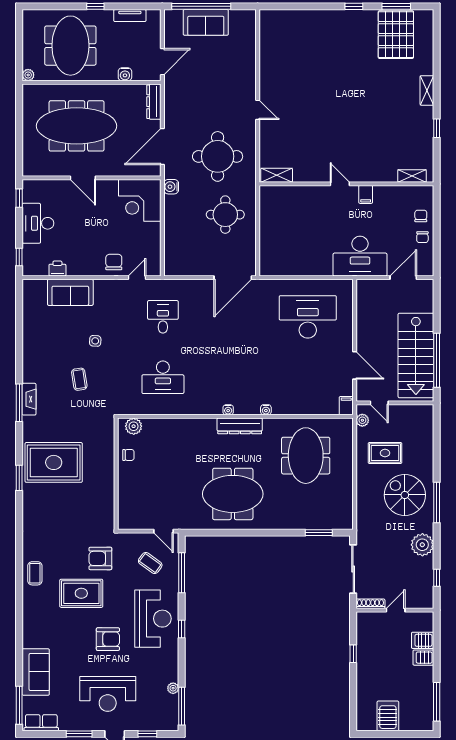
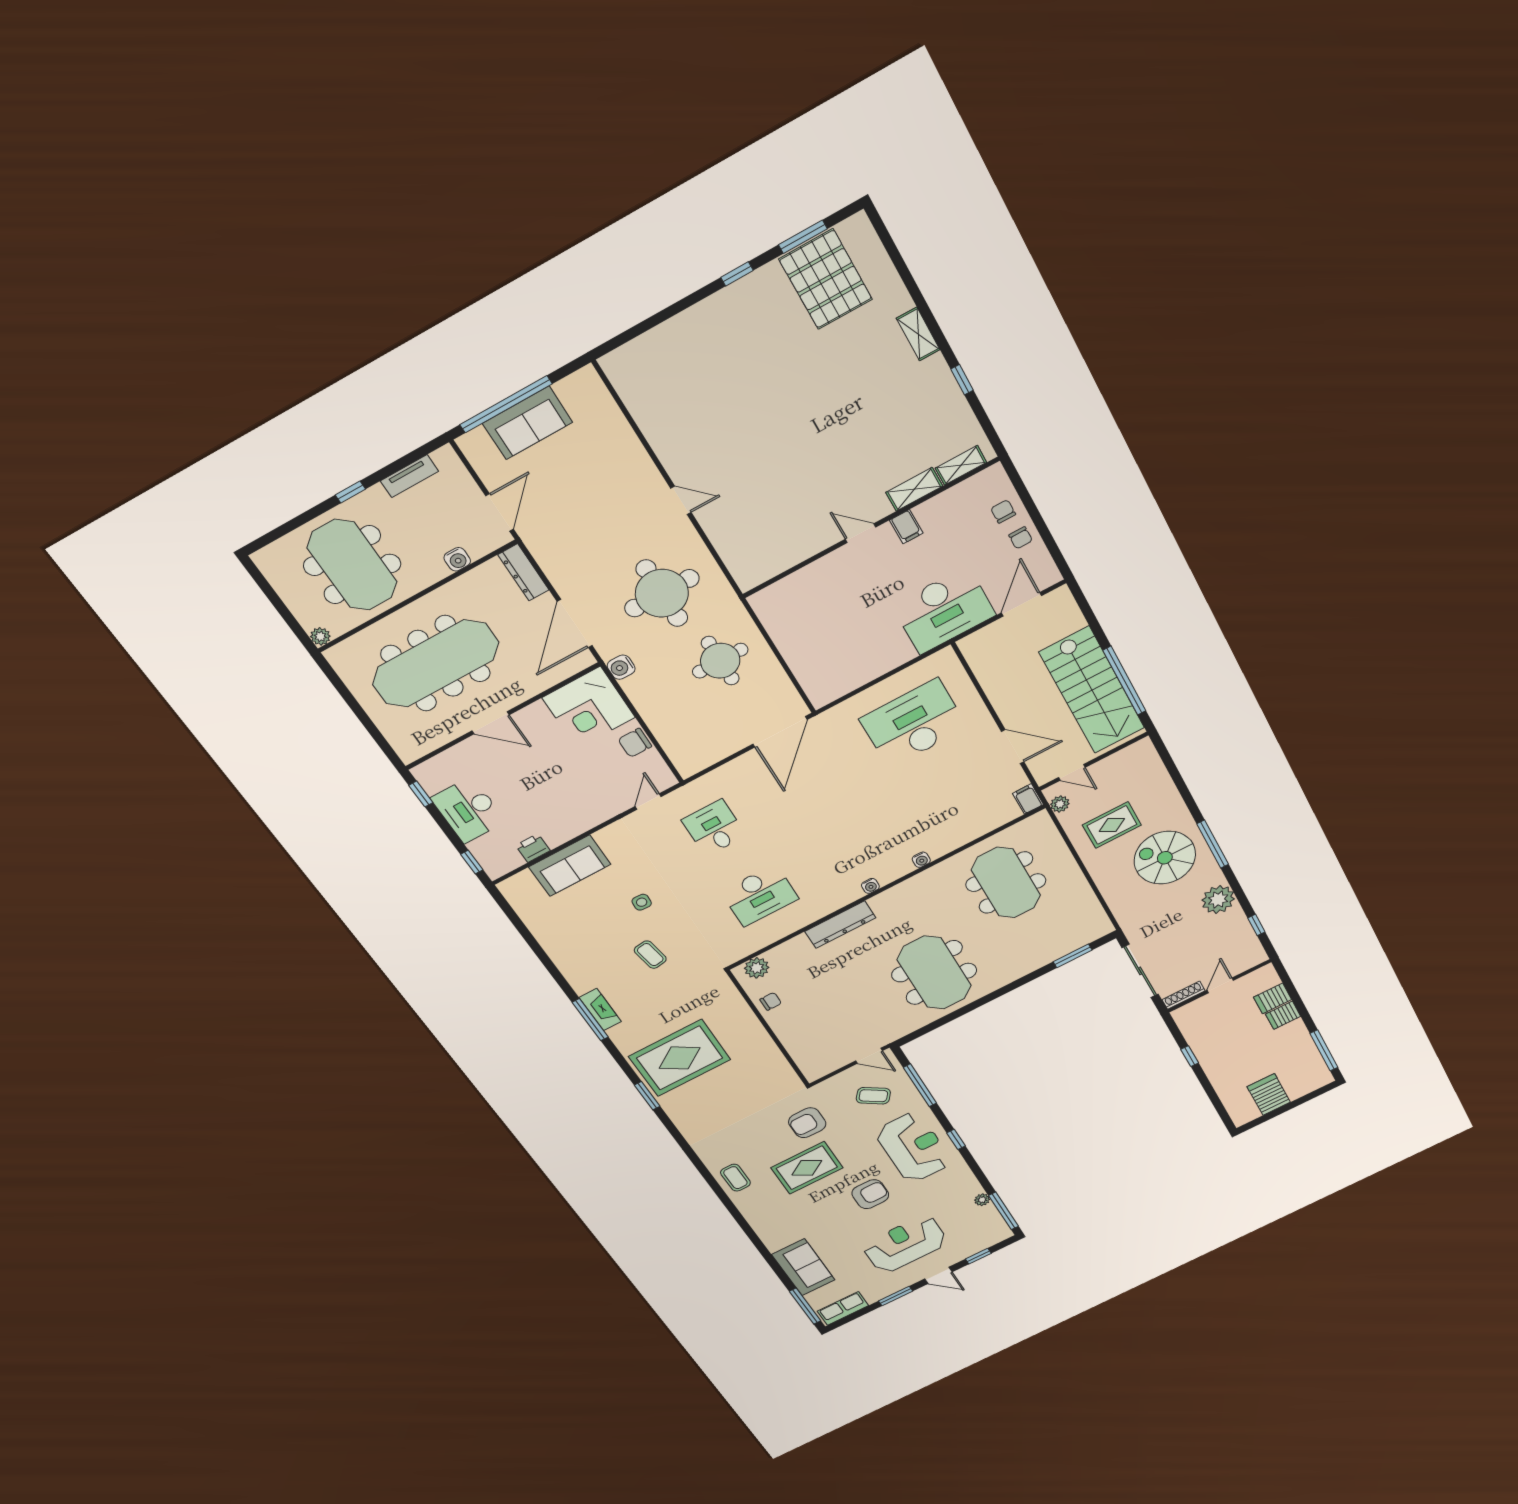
shelving: (277, 175) -> (914, 489), moved
chair: (114, 262) -> (635, 743), moved, turned -90
dresser: (240, 426) -> (840, 925), moved
meeting table: (233, 494) -> (934, 973), turned 90
reception desk: (108, 694) -> (905, 1244), turned 180

